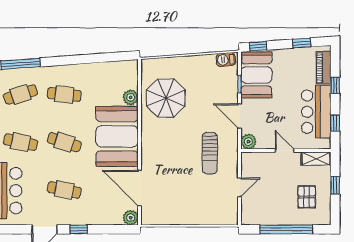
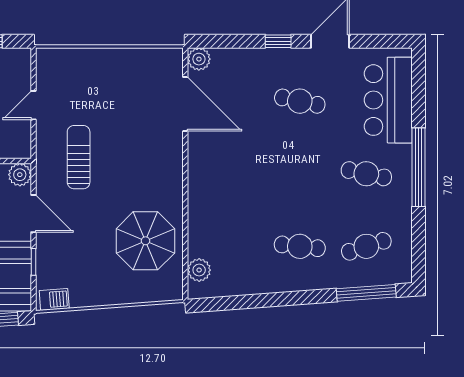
plant: (131, 97) -> (199, 270), moved
booth: (117, 136) -> (220, 183), removed
cafe table: (64, 142) -> (300, 174), removed

